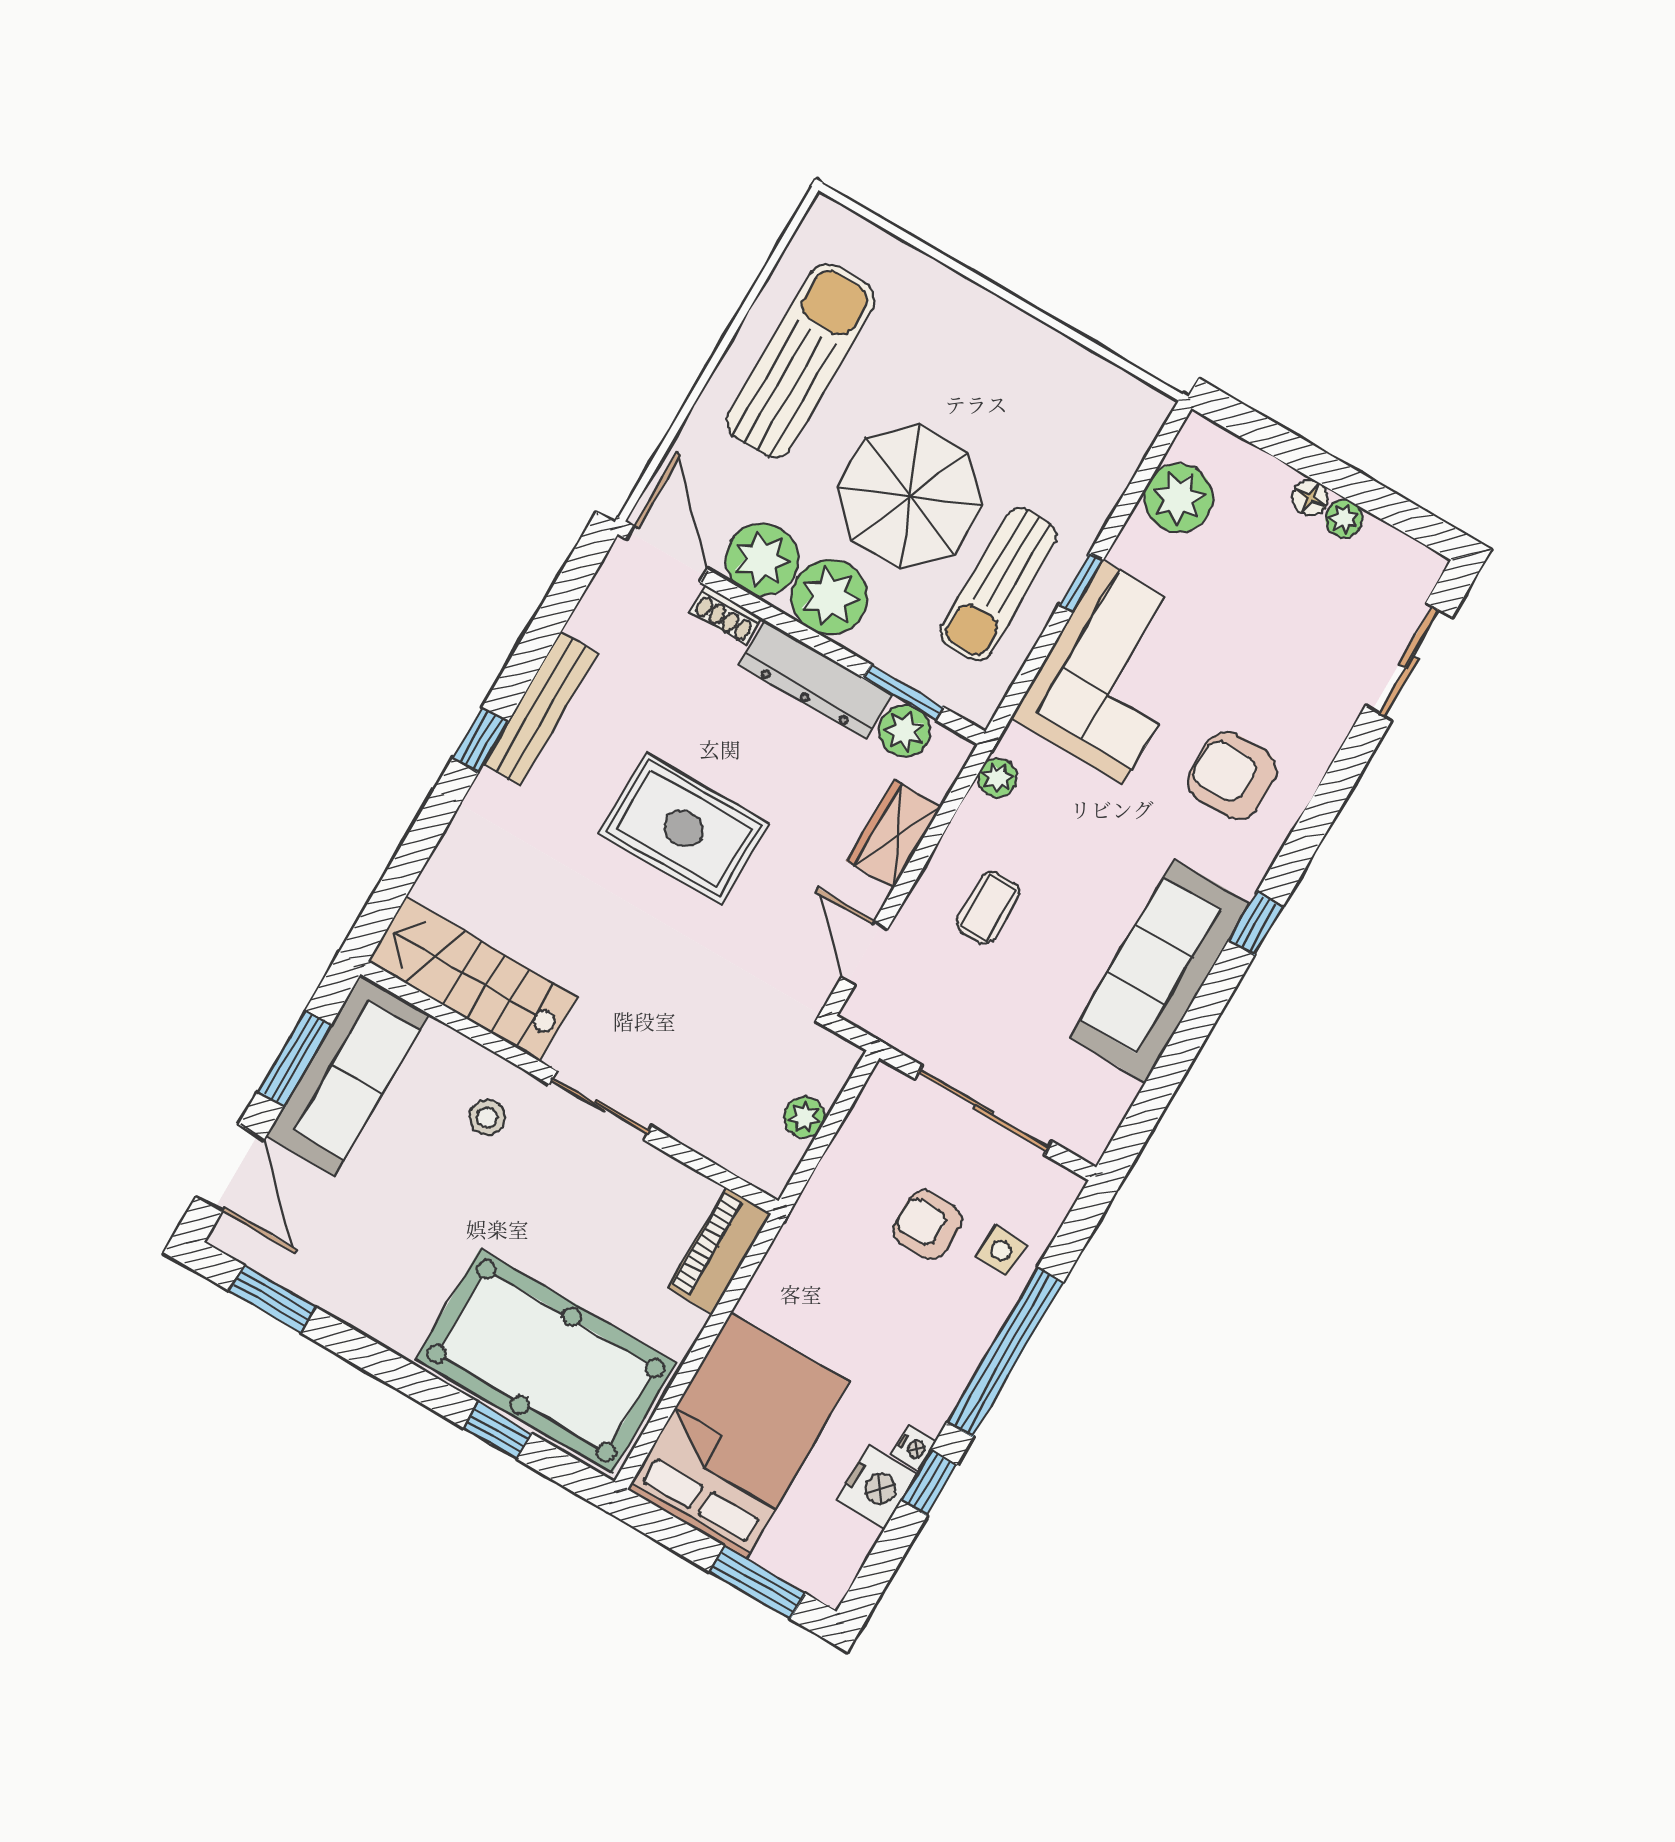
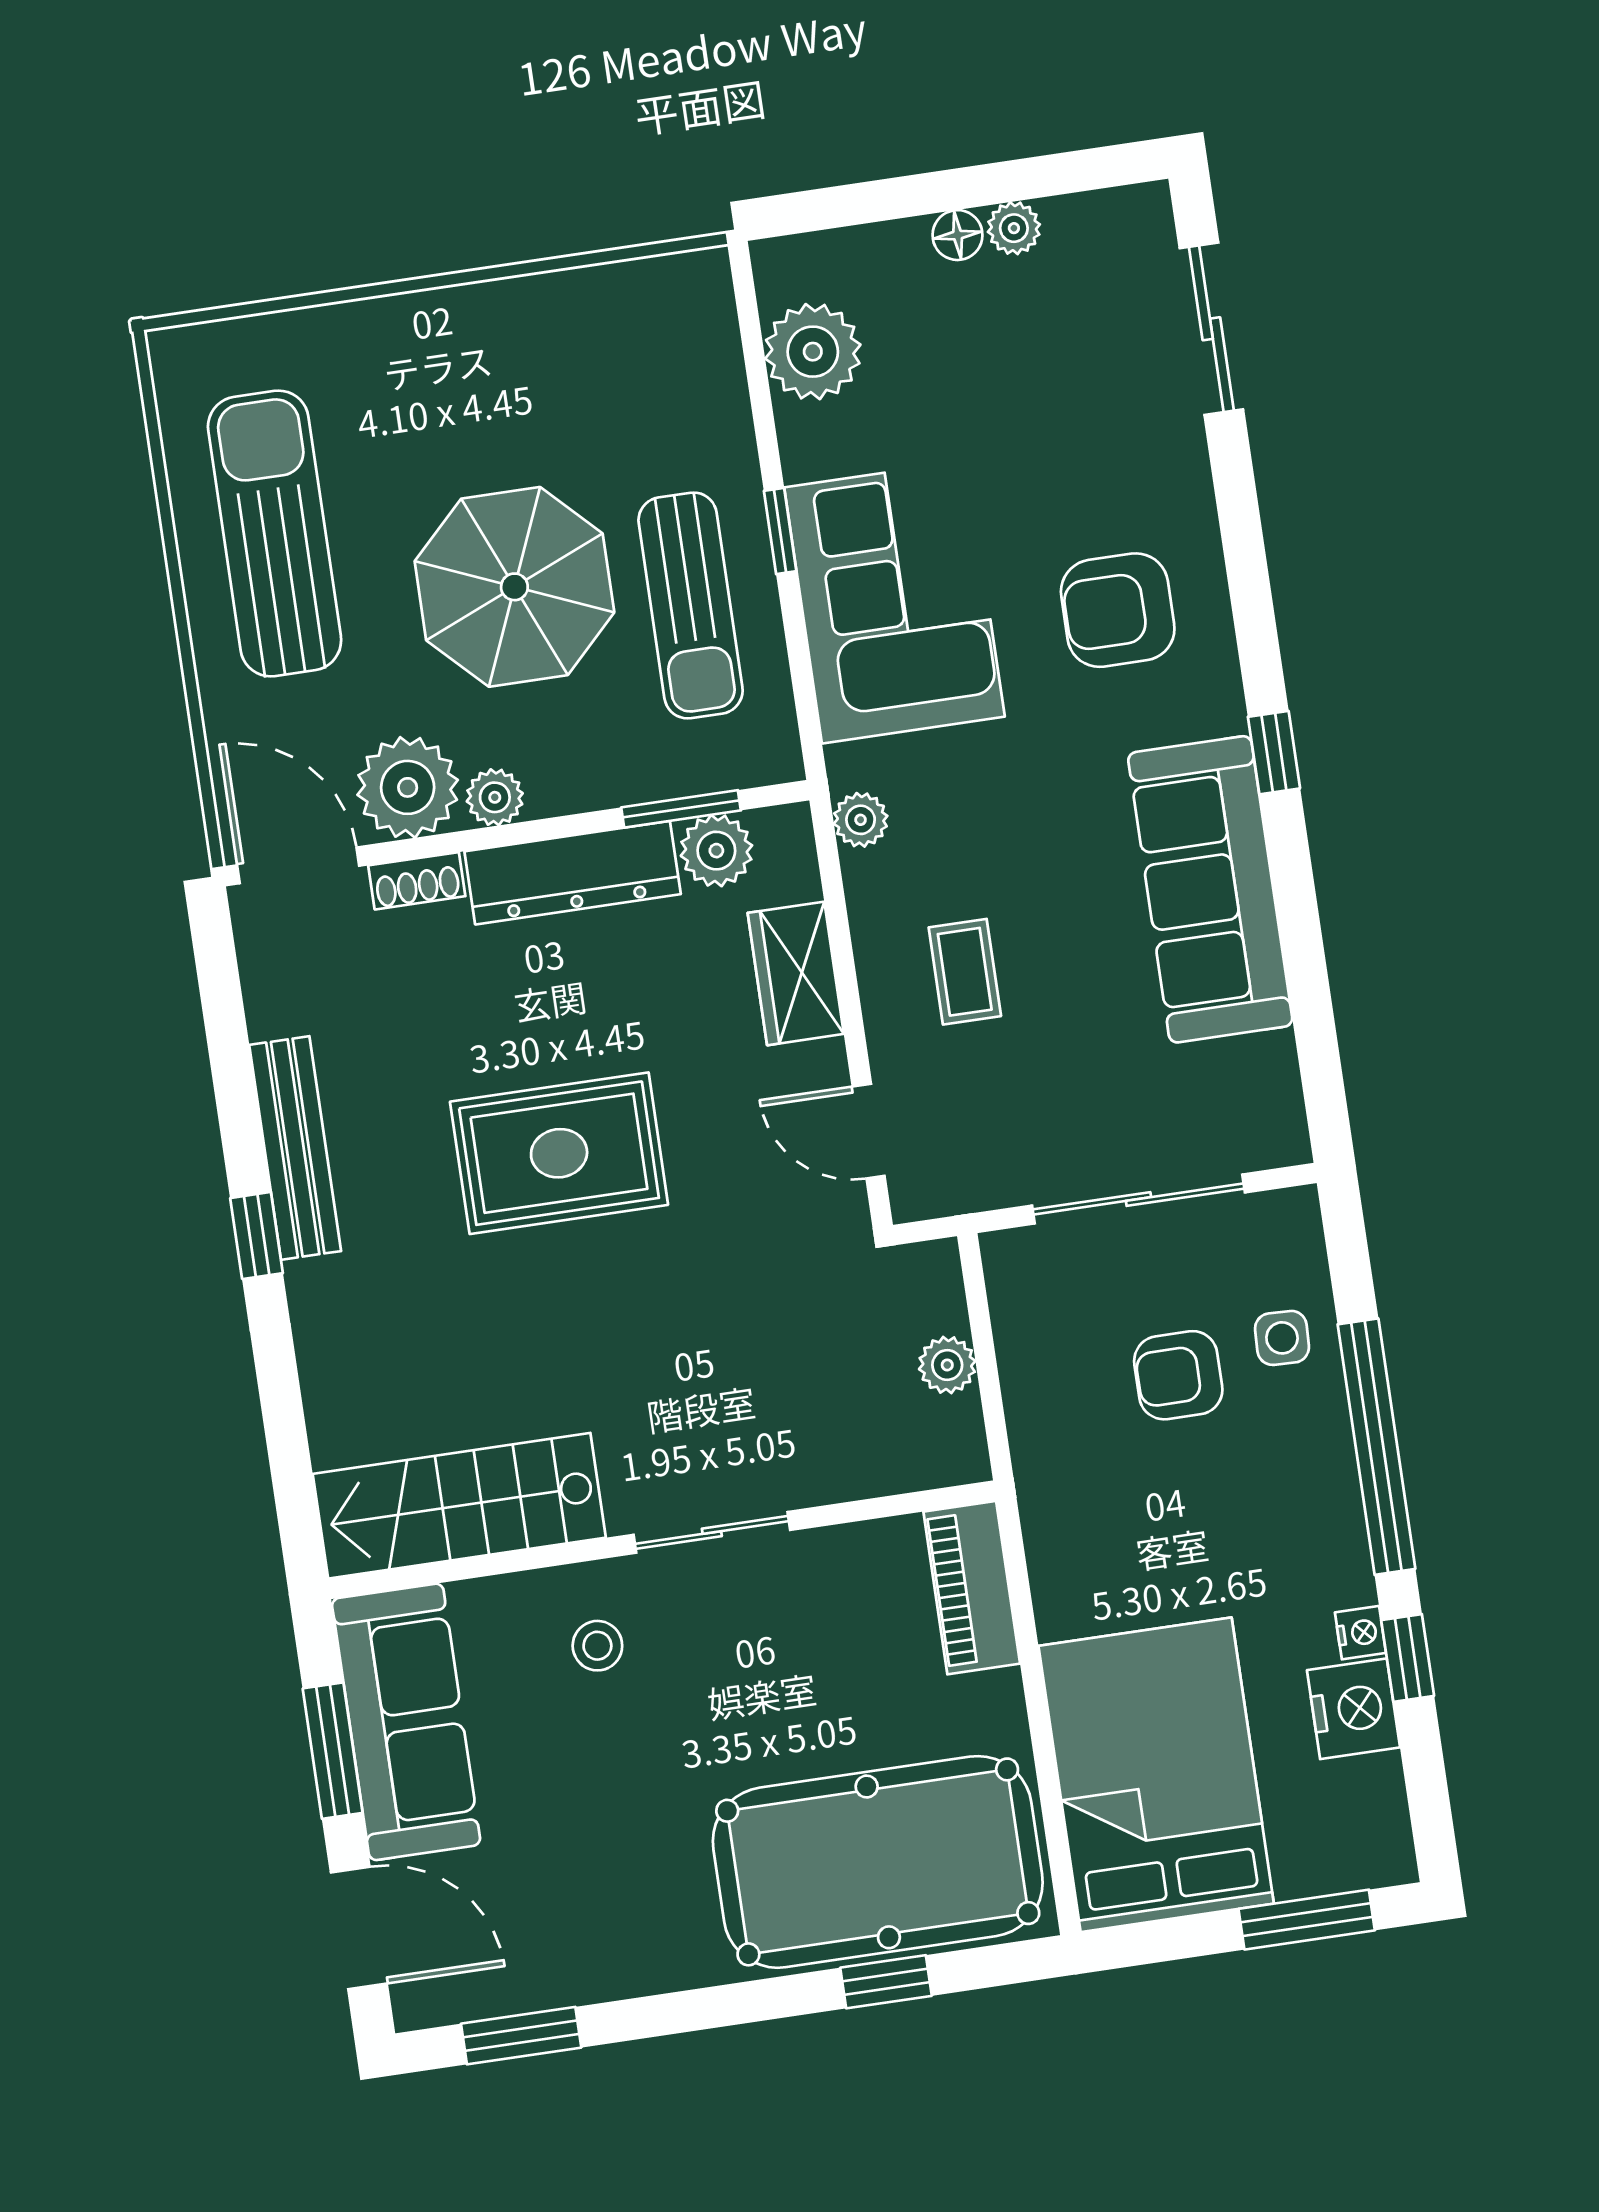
plant: (830, 597) -> (495, 797), width x0.53, depth x0.53

